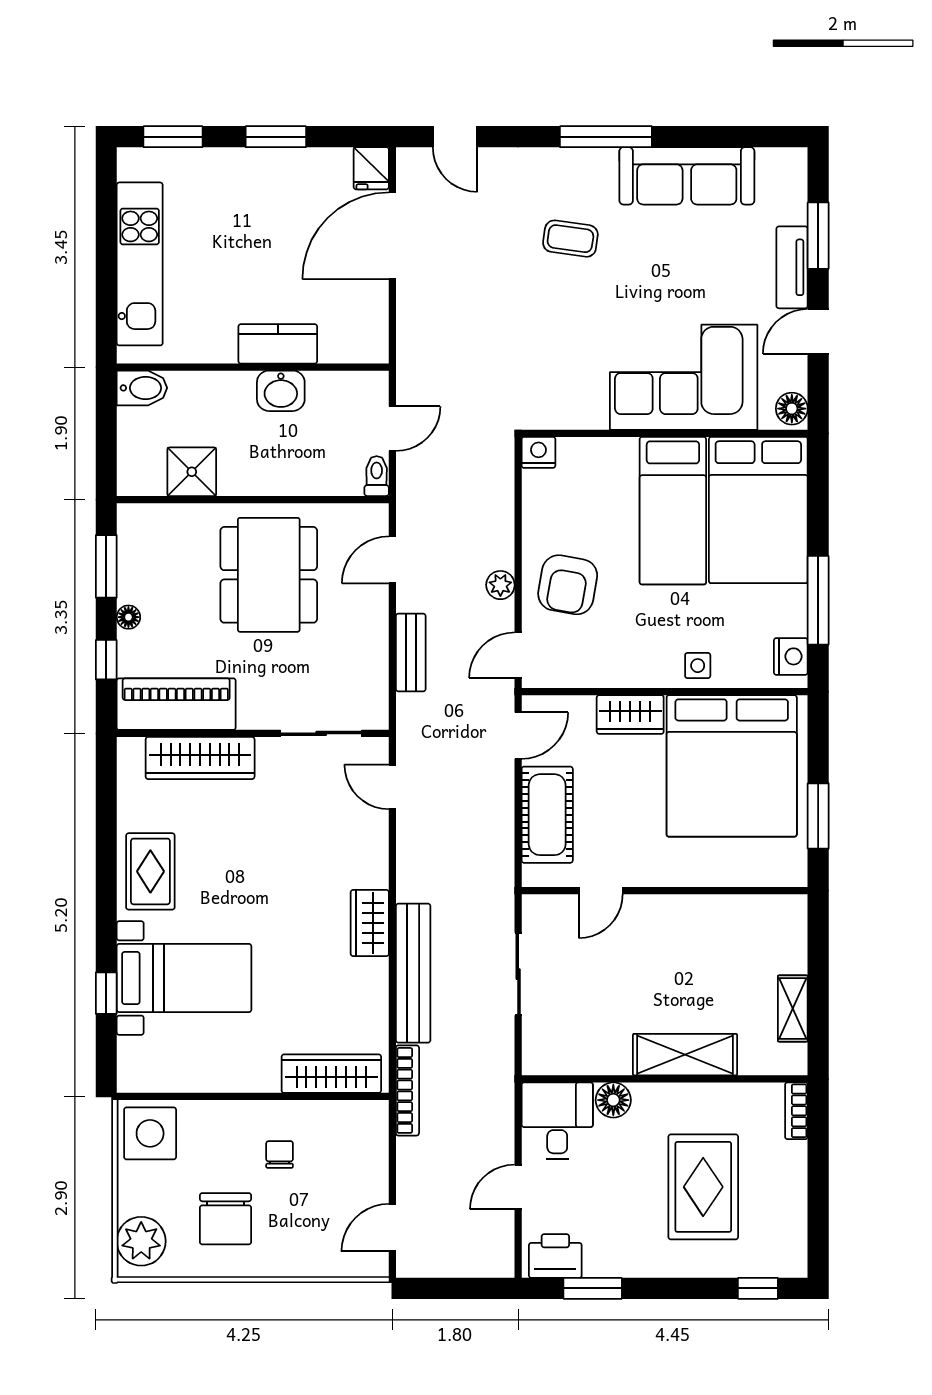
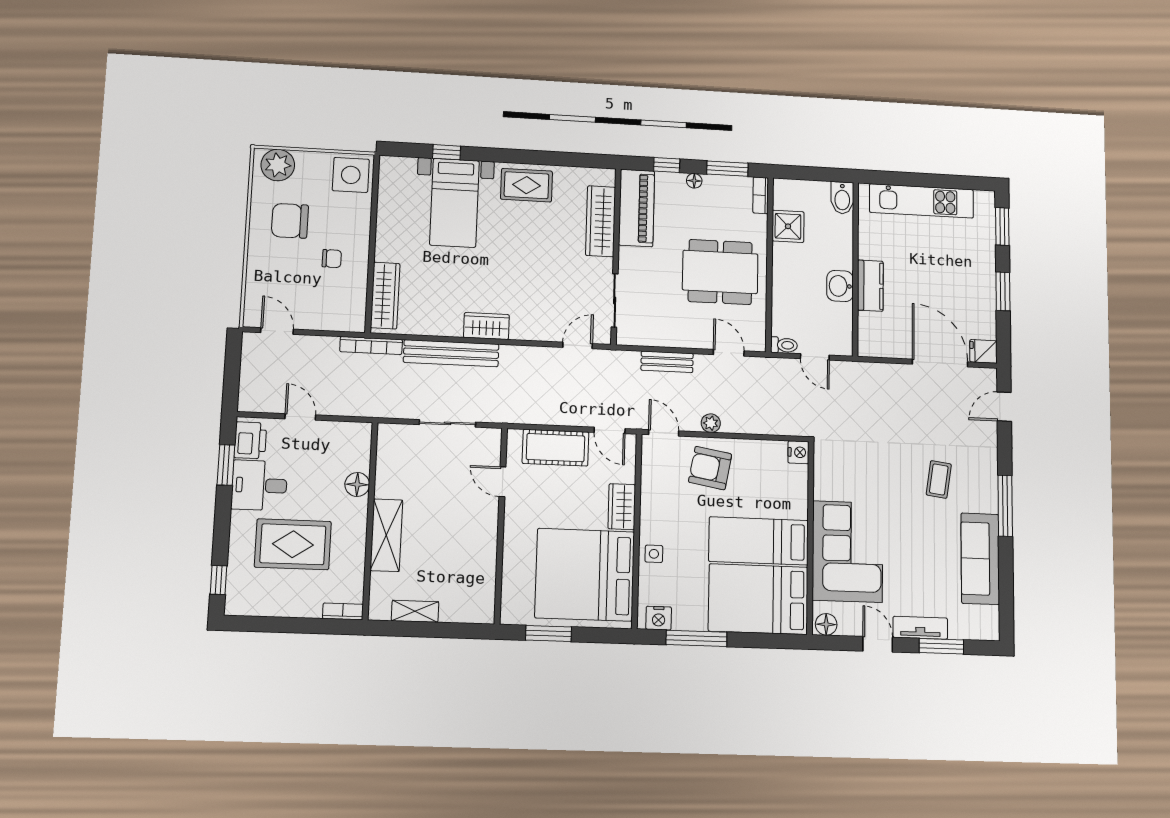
bookcase: (145, 515) -> (761, 195), added
desk: (557, 1121) -> (259, 485), moved, turned 180

